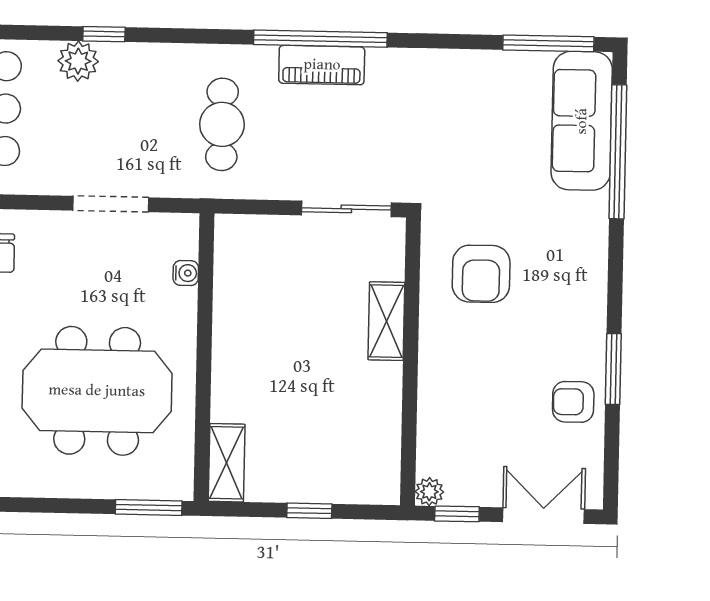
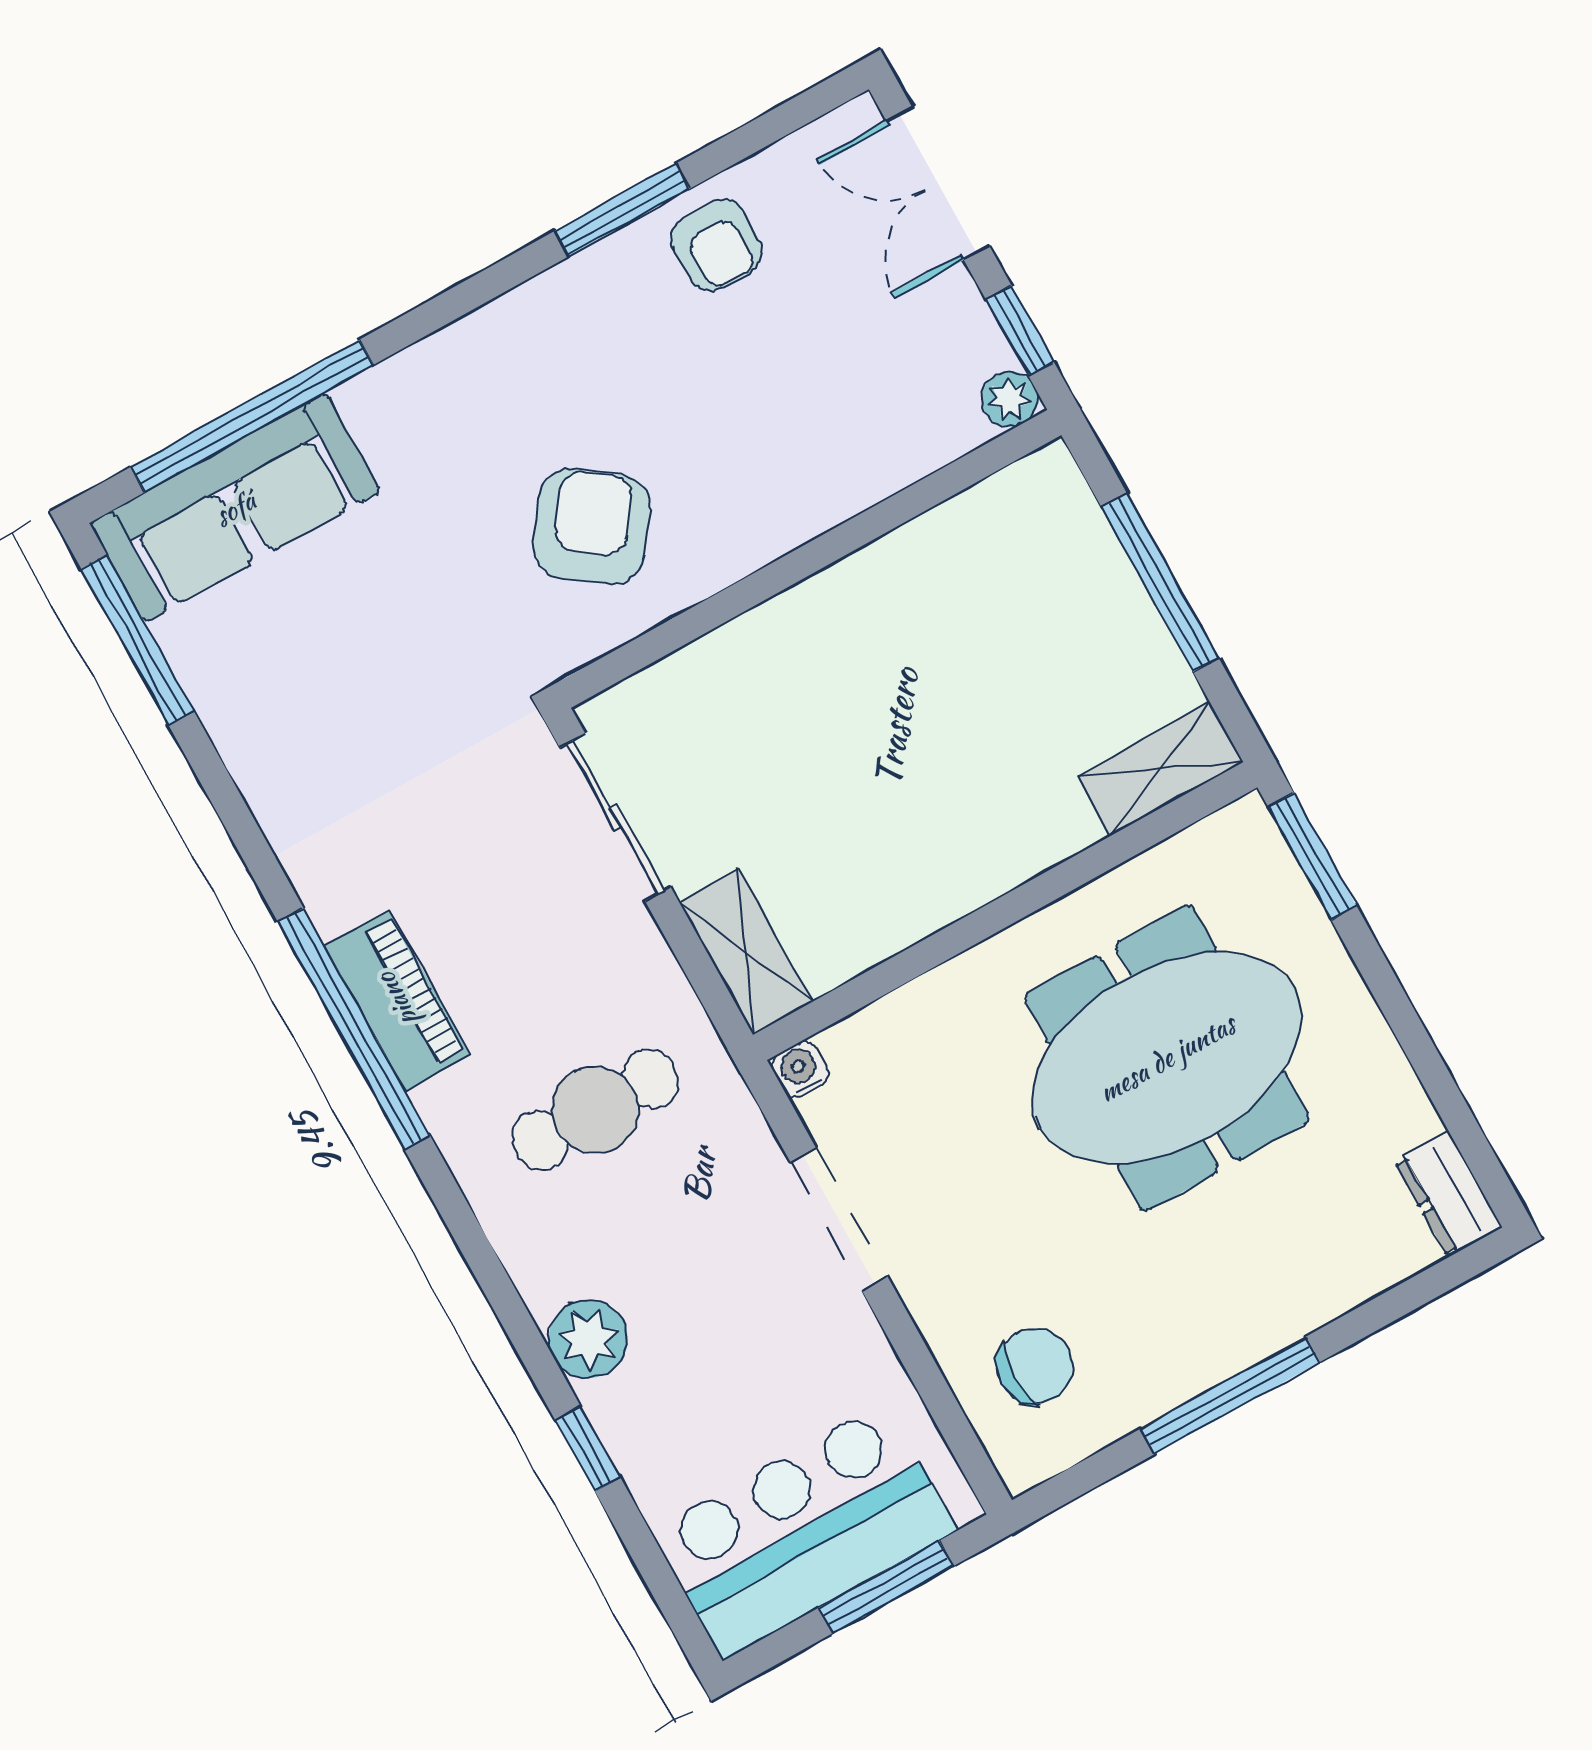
window: (104, 34) -> (588, 1449), moved
plant: (78, 61) -> (588, 1339), moved
water cooler: (186, 273) -> (800, 1070), moved
armchair: (481, 274) -> (592, 526), turned -54
shelving: (386, 321) -> (746, 952), moved, turned 90
meeting table: (97, 391) -> (1167, 1058), turned 90
window: (309, 511) -> (1160, 582), width x2.17

